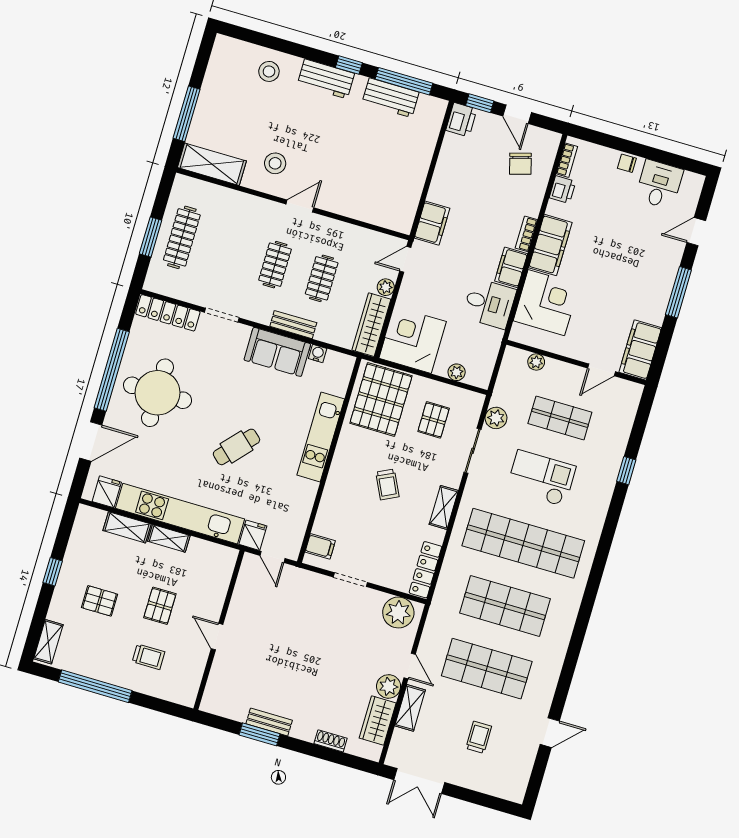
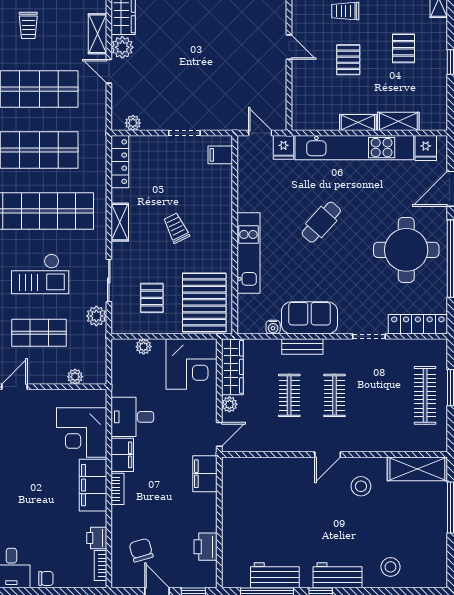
printer: (461, 120) -> (206, 547), moved
pallet: (100, 601) -> (404, 48), turned 90
plant: (398, 613) -> (133, 123), width x0.53, depth x0.53

